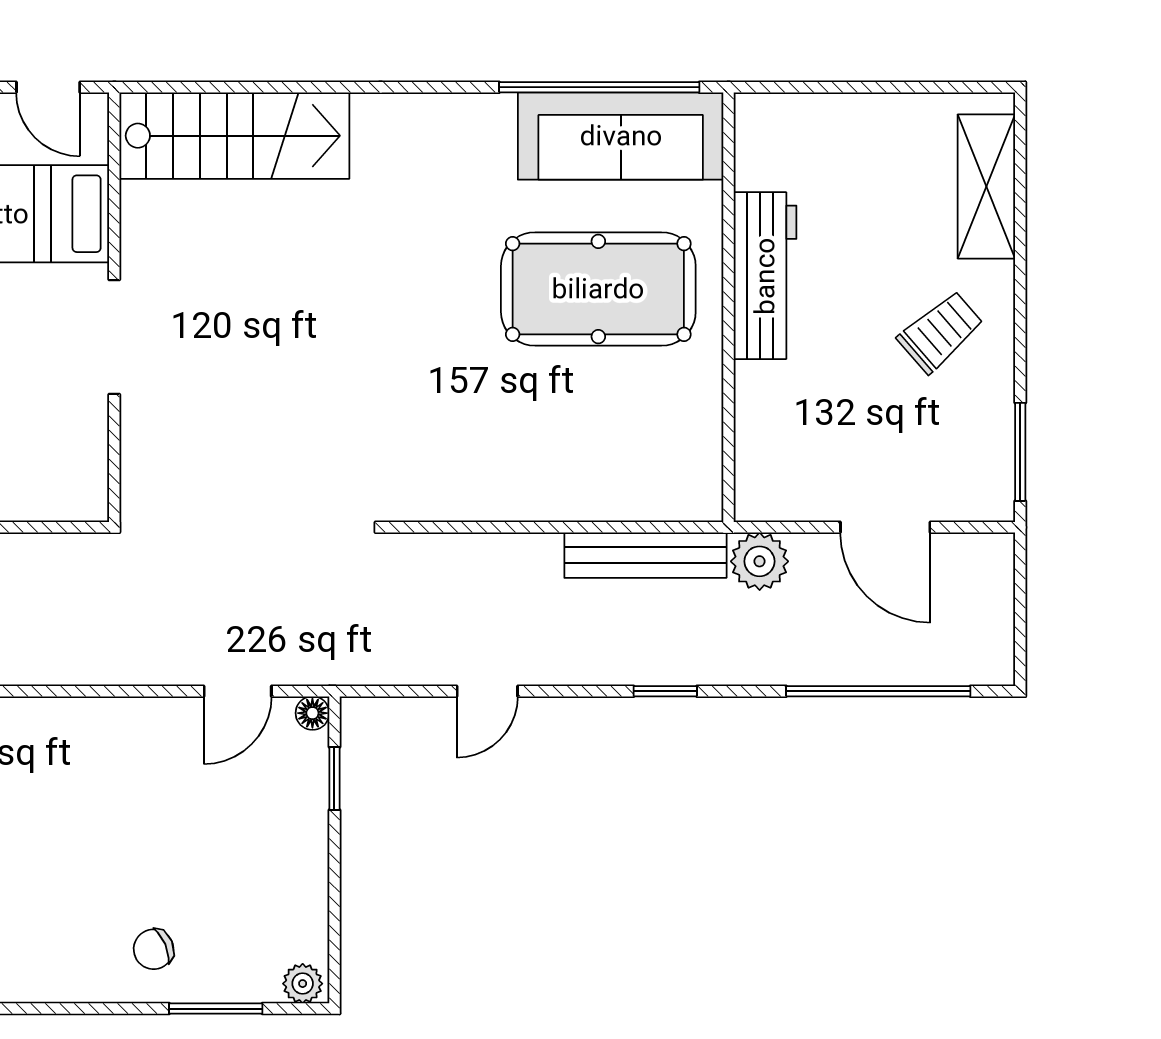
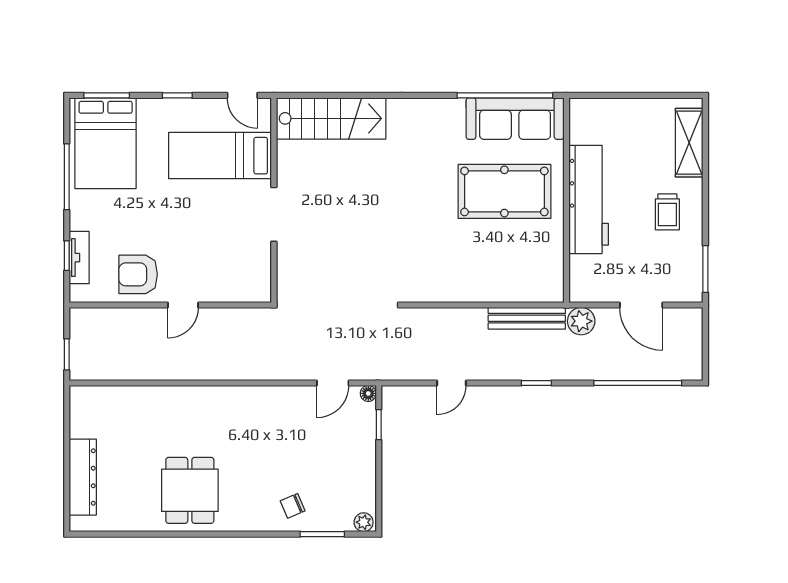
workbench: (765, 276) -> (589, 200), width x1.36, depth x1.32
trolley: (940, 332) -> (667, 212), turned 131

